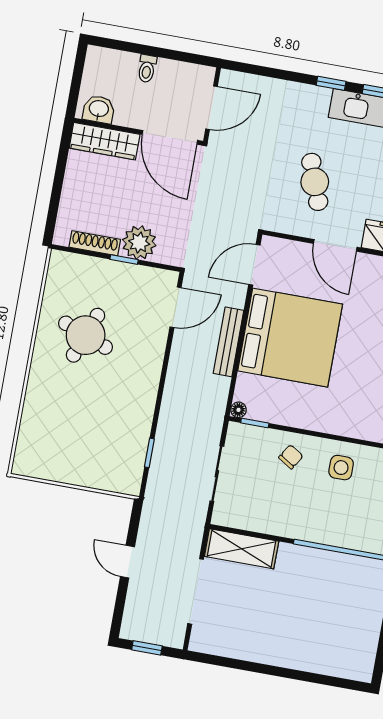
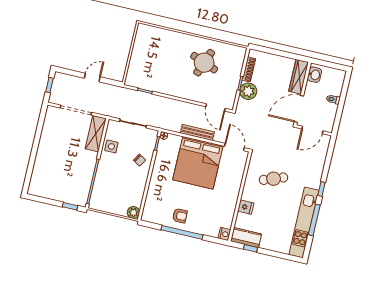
door: (211, 108) -> (312, 130), hinge flipped
door: (335, 245) -> (242, 187), removed
side table: (341, 468) -> (111, 146), moved

